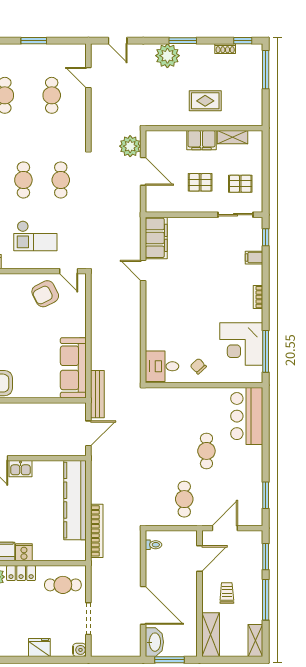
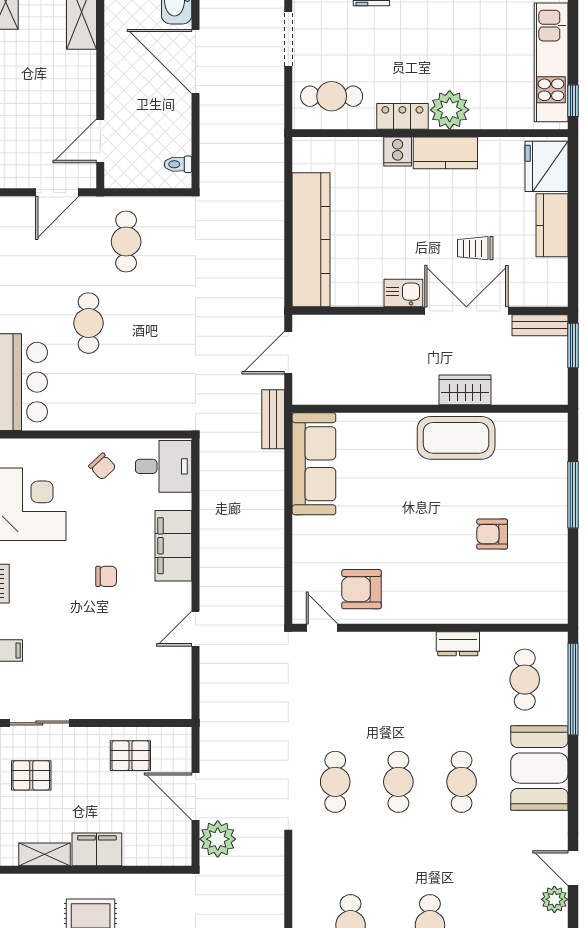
pallet: (200, 182) -> (130, 756), moved
checkout: (35, 236) -> (378, 687), removed
filing cabinet: (156, 238) -> (173, 546), moved
door: (143, 271) -> (196, 629), swing flipped
armchair: (45, 294) -> (361, 589), turned -153
chair: (196, 301) -> (106, 576), added
bench: (97, 394) -> (273, 419), width x0.73
bookcase: (97, 531) -> (274, 188), removed
trolley: (227, 593) -> (54, 83), removed

